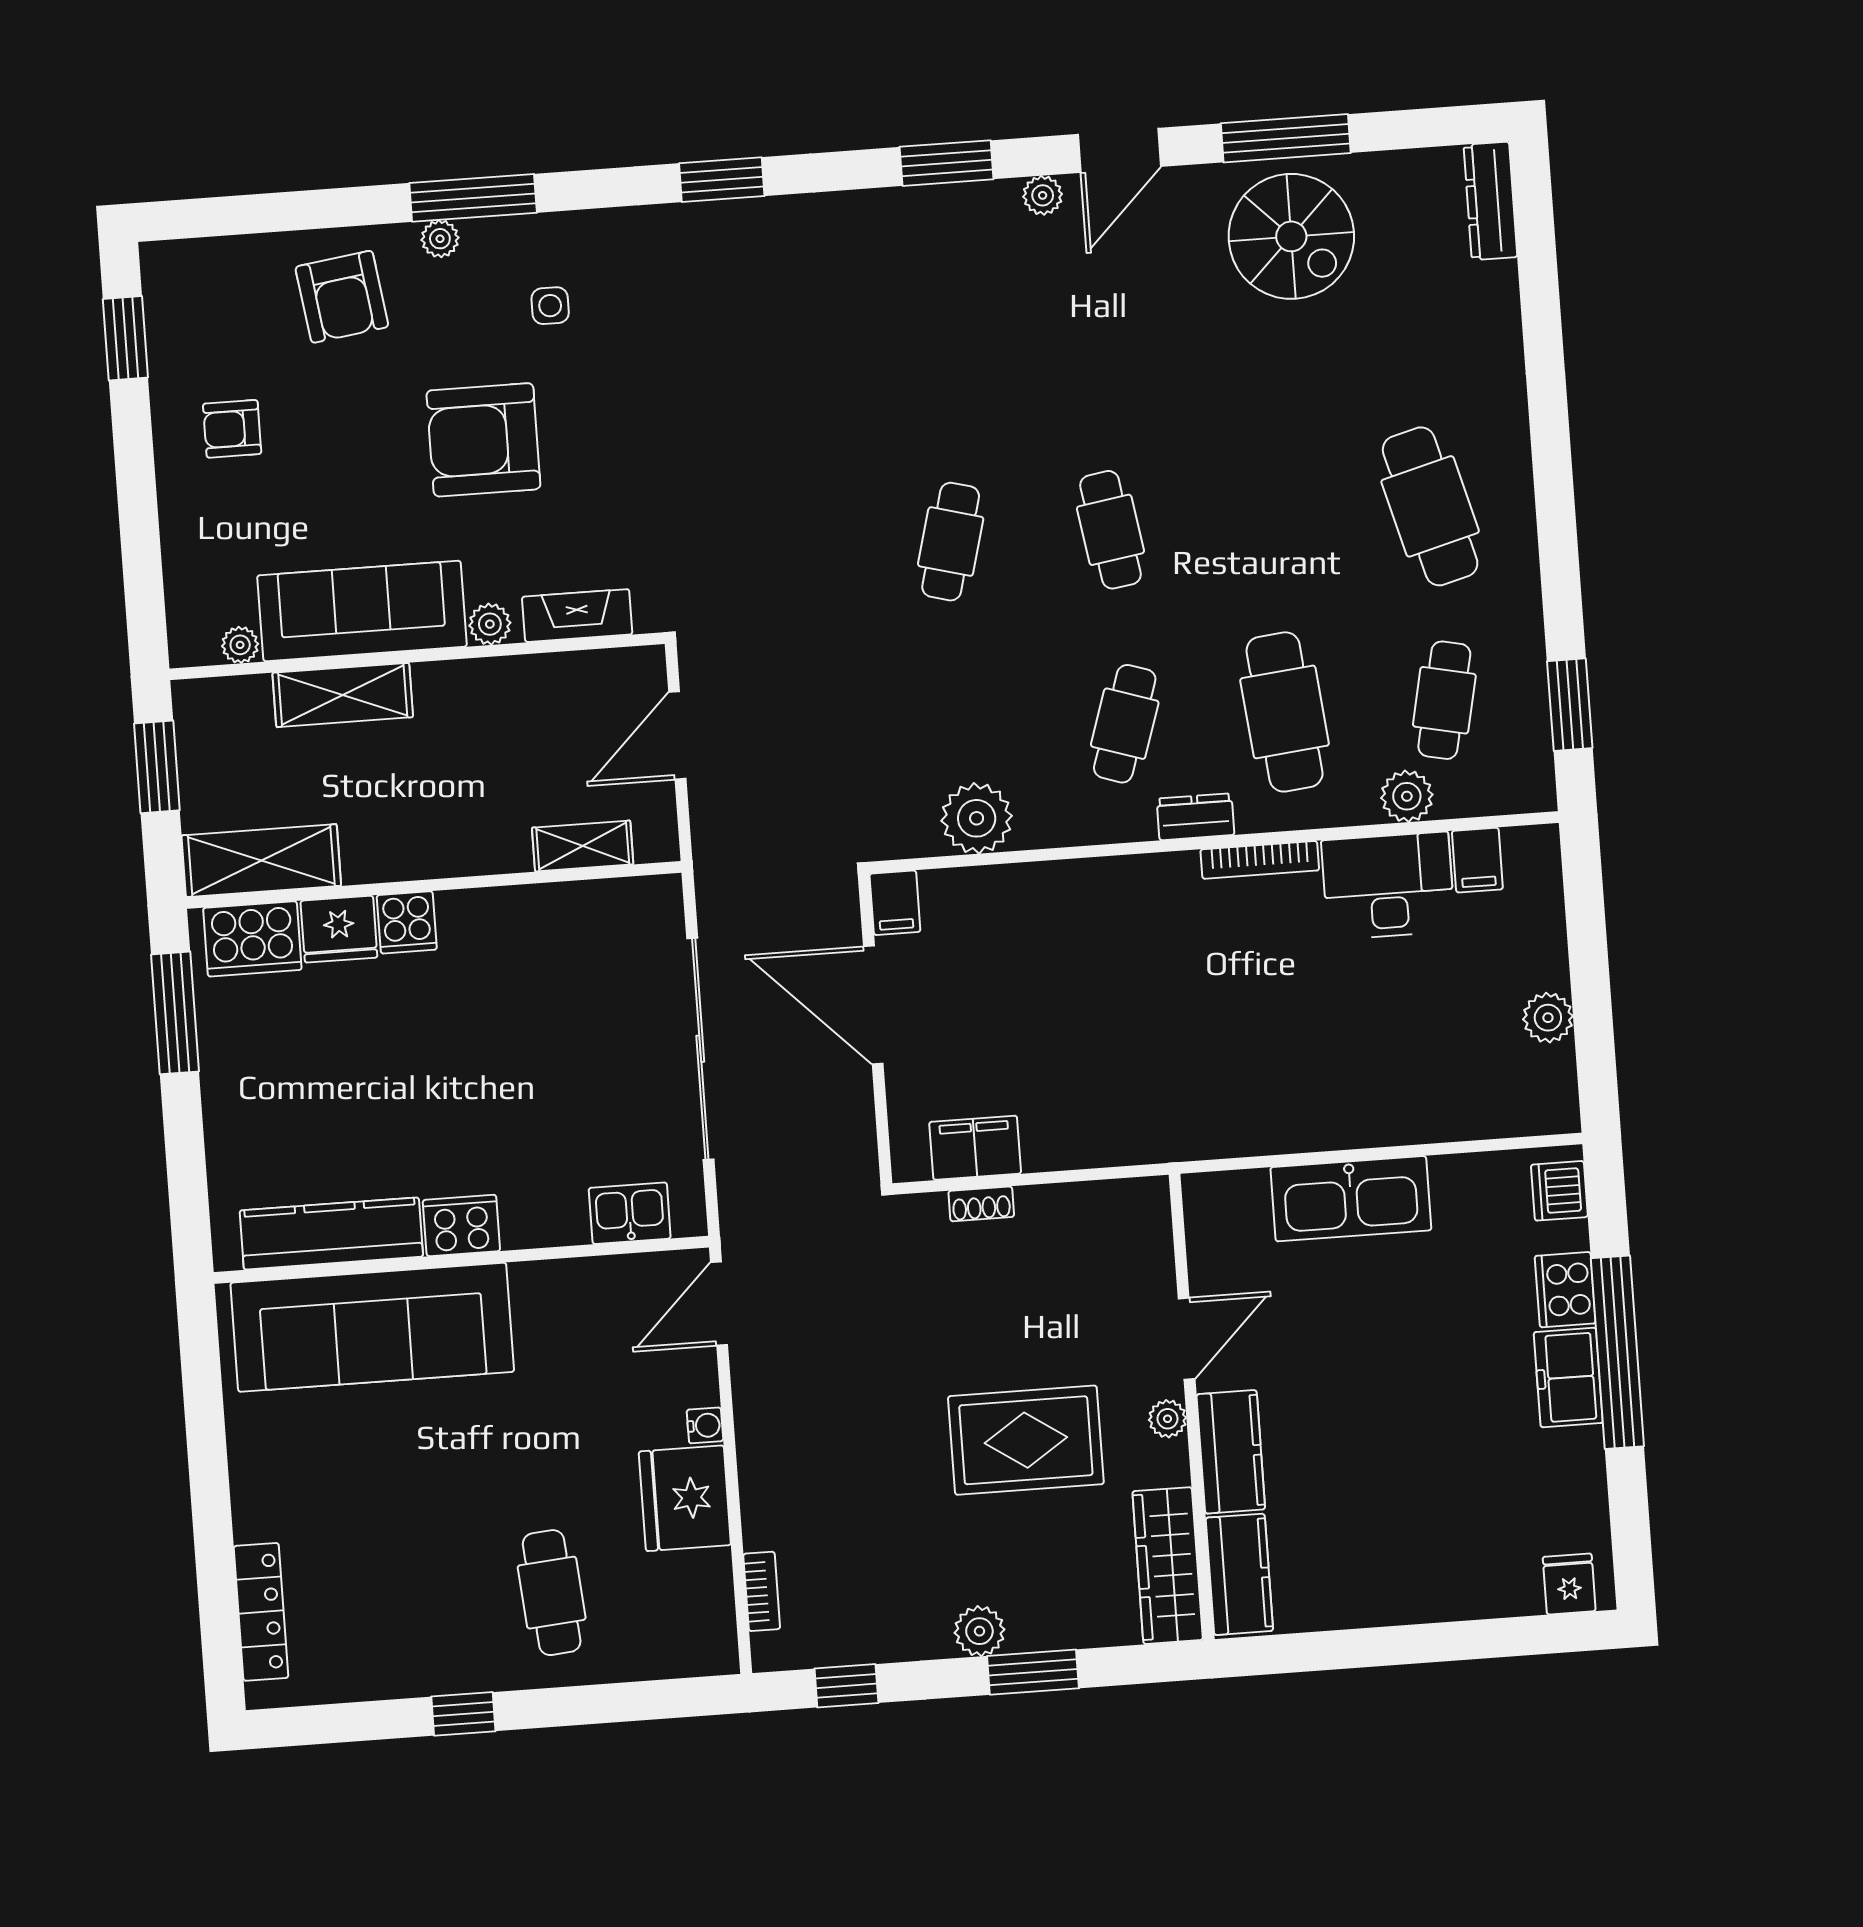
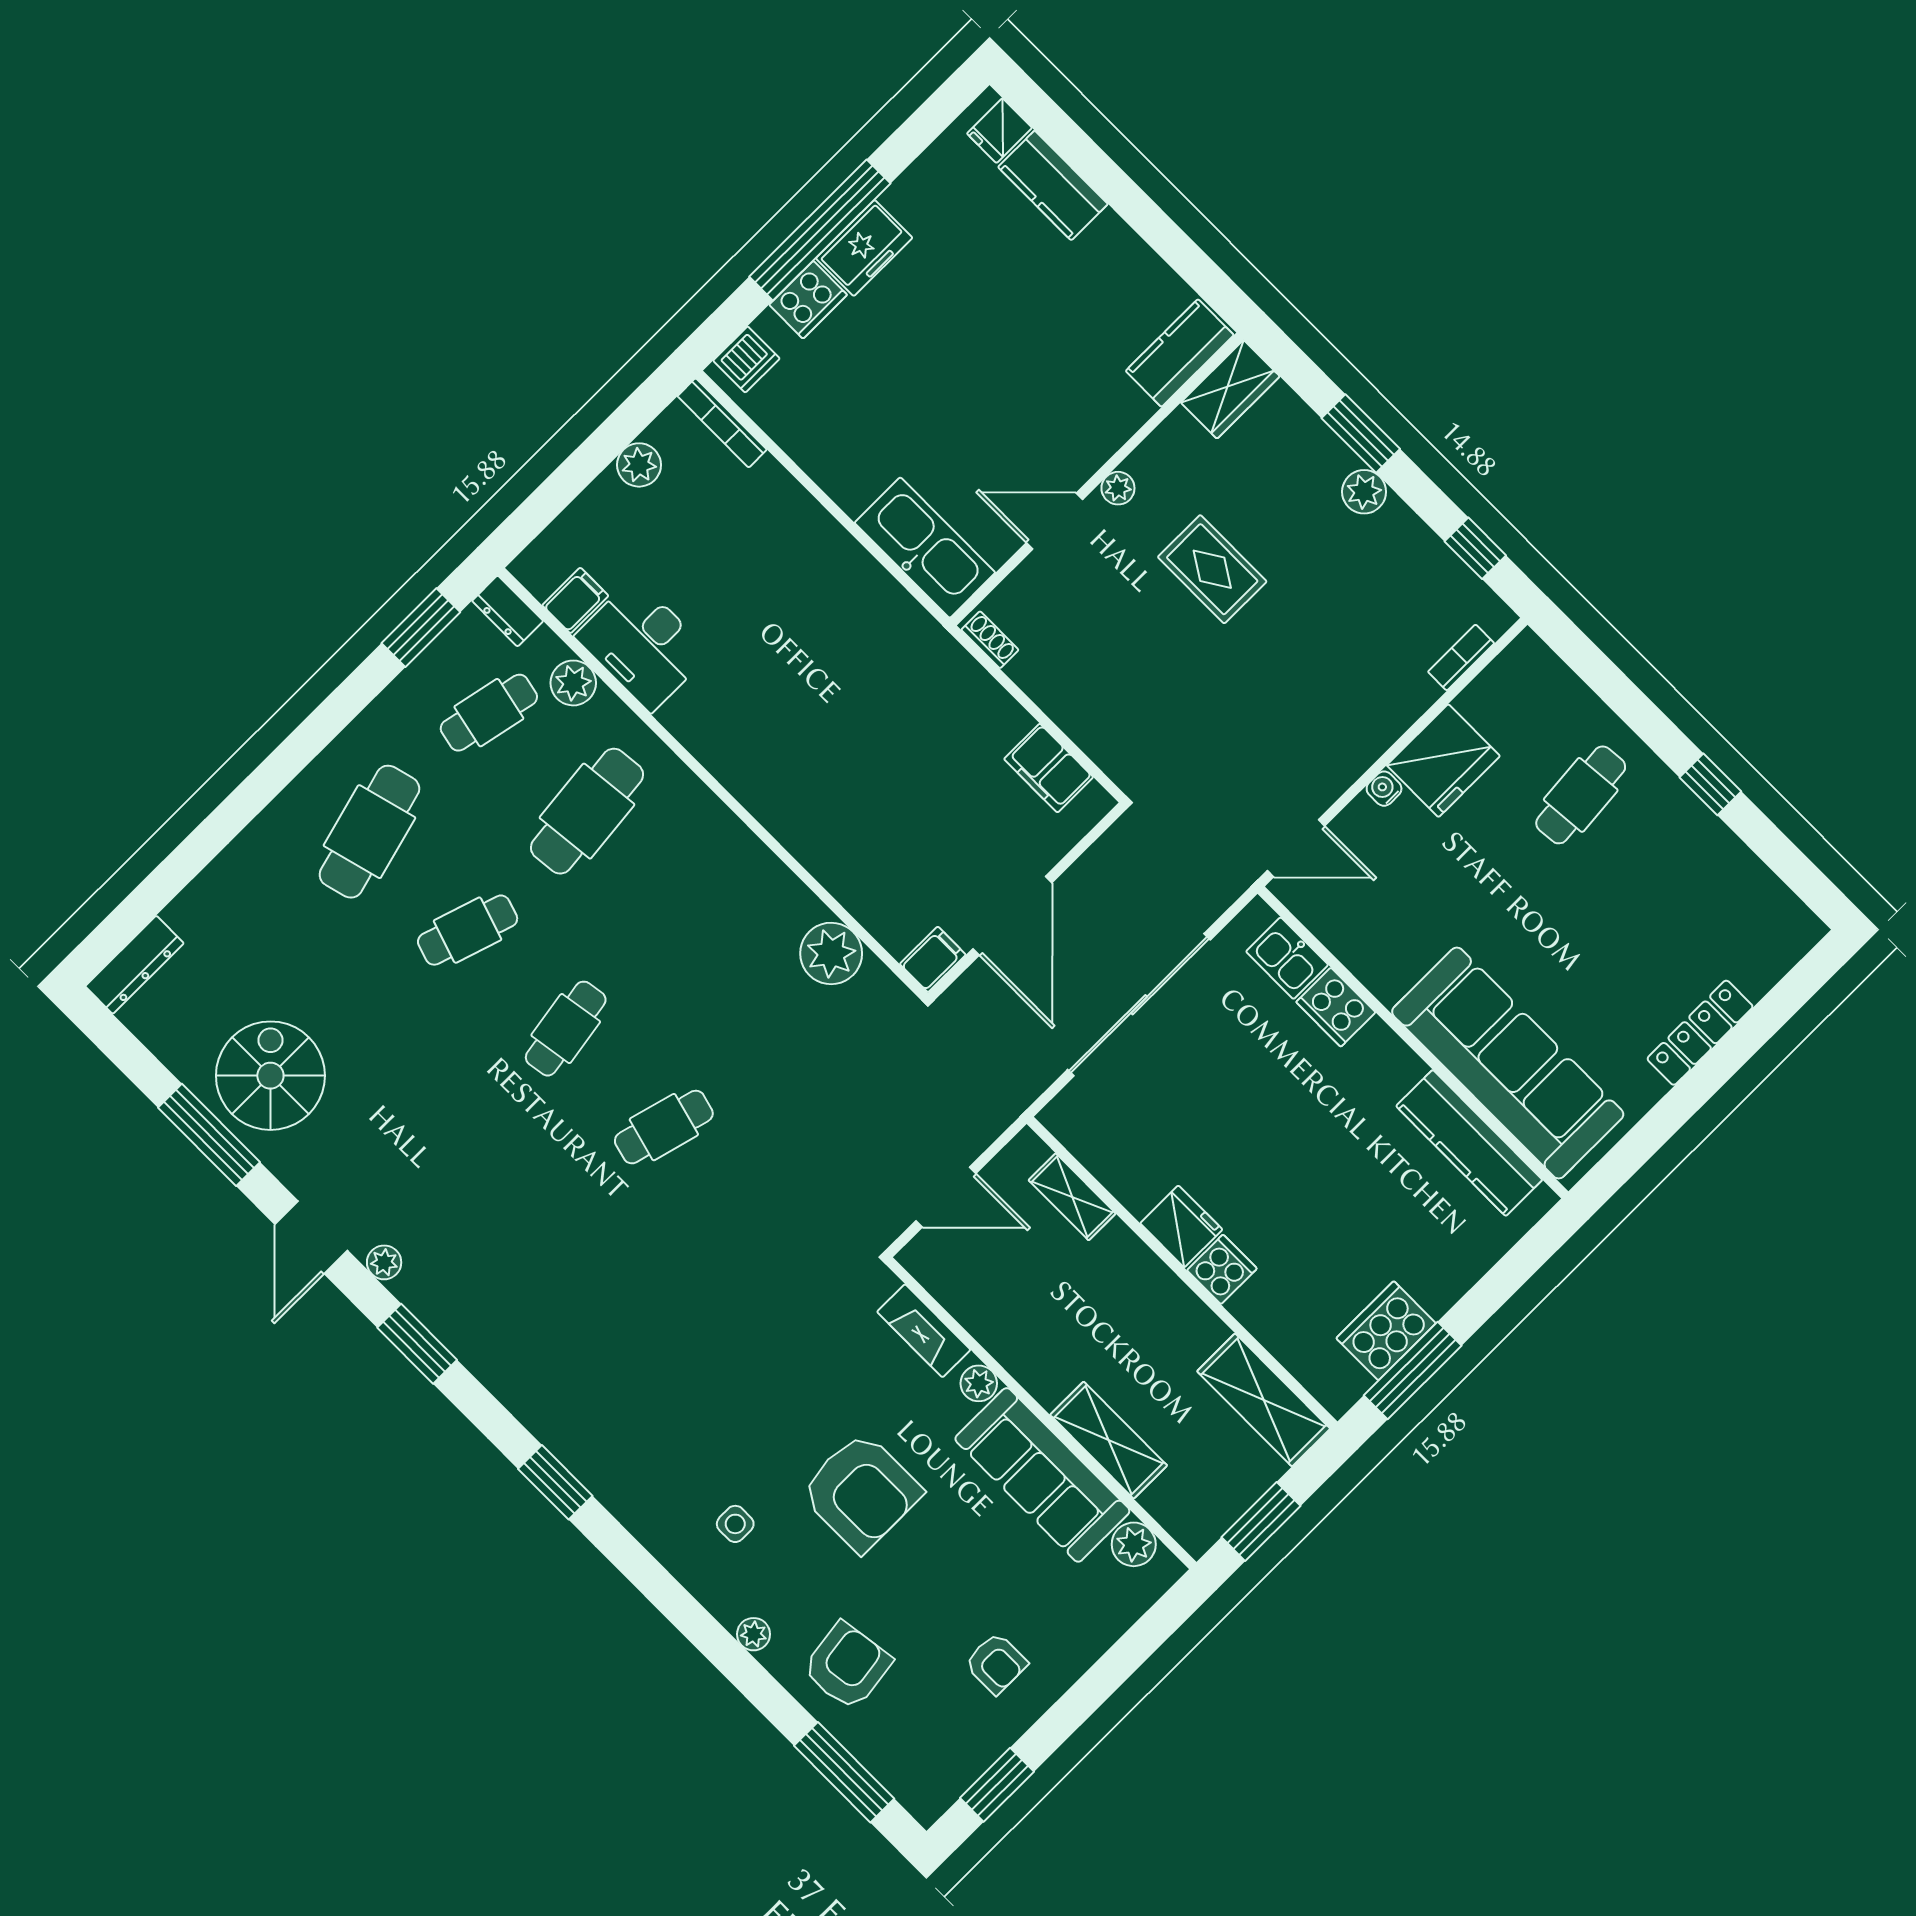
door: (1119, 150) -> (311, 1237), swing flipped
window: (473, 198) -> (844, 1772), moved
plant: (240, 645) -> (1134, 1544), width x1.38, depth x1.38
cafe table: (1125, 724) -> (468, 930), moved
dresser: (1195, 817) -> (508, 611), moved
bookcase: (1260, 860) -> (722, 423), moved, turned 180
fridge: (339, 929) -> (1181, 1226), moved
cooker: (252, 939) -> (1386, 1331), moved, turned -90
kitchen sink: (1351, 1199) -> (925, 548), moved
shoe rack: (981, 1204) -> (990, 640), moved
cooker: (461, 1226) -> (1336, 1007), moved
rug: (1026, 1440) -> (1212, 569), width x0.73, depth x0.70
kitchen counter: (1231, 1452) -> (1053, 185), moved, turned -90
wardrobe: (1168, 1566) -> (1230, 389), width x0.67
locker: (261, 1612) -> (1700, 1033), moved

